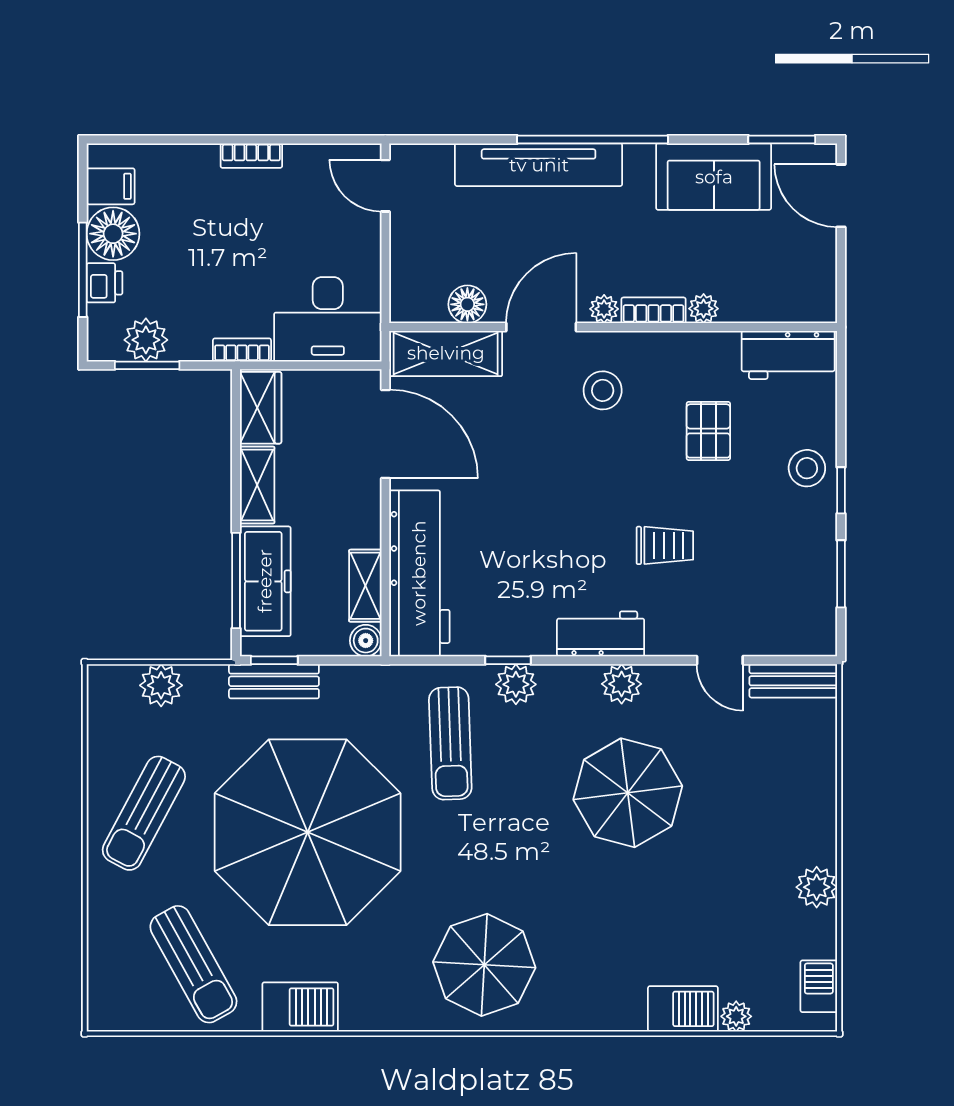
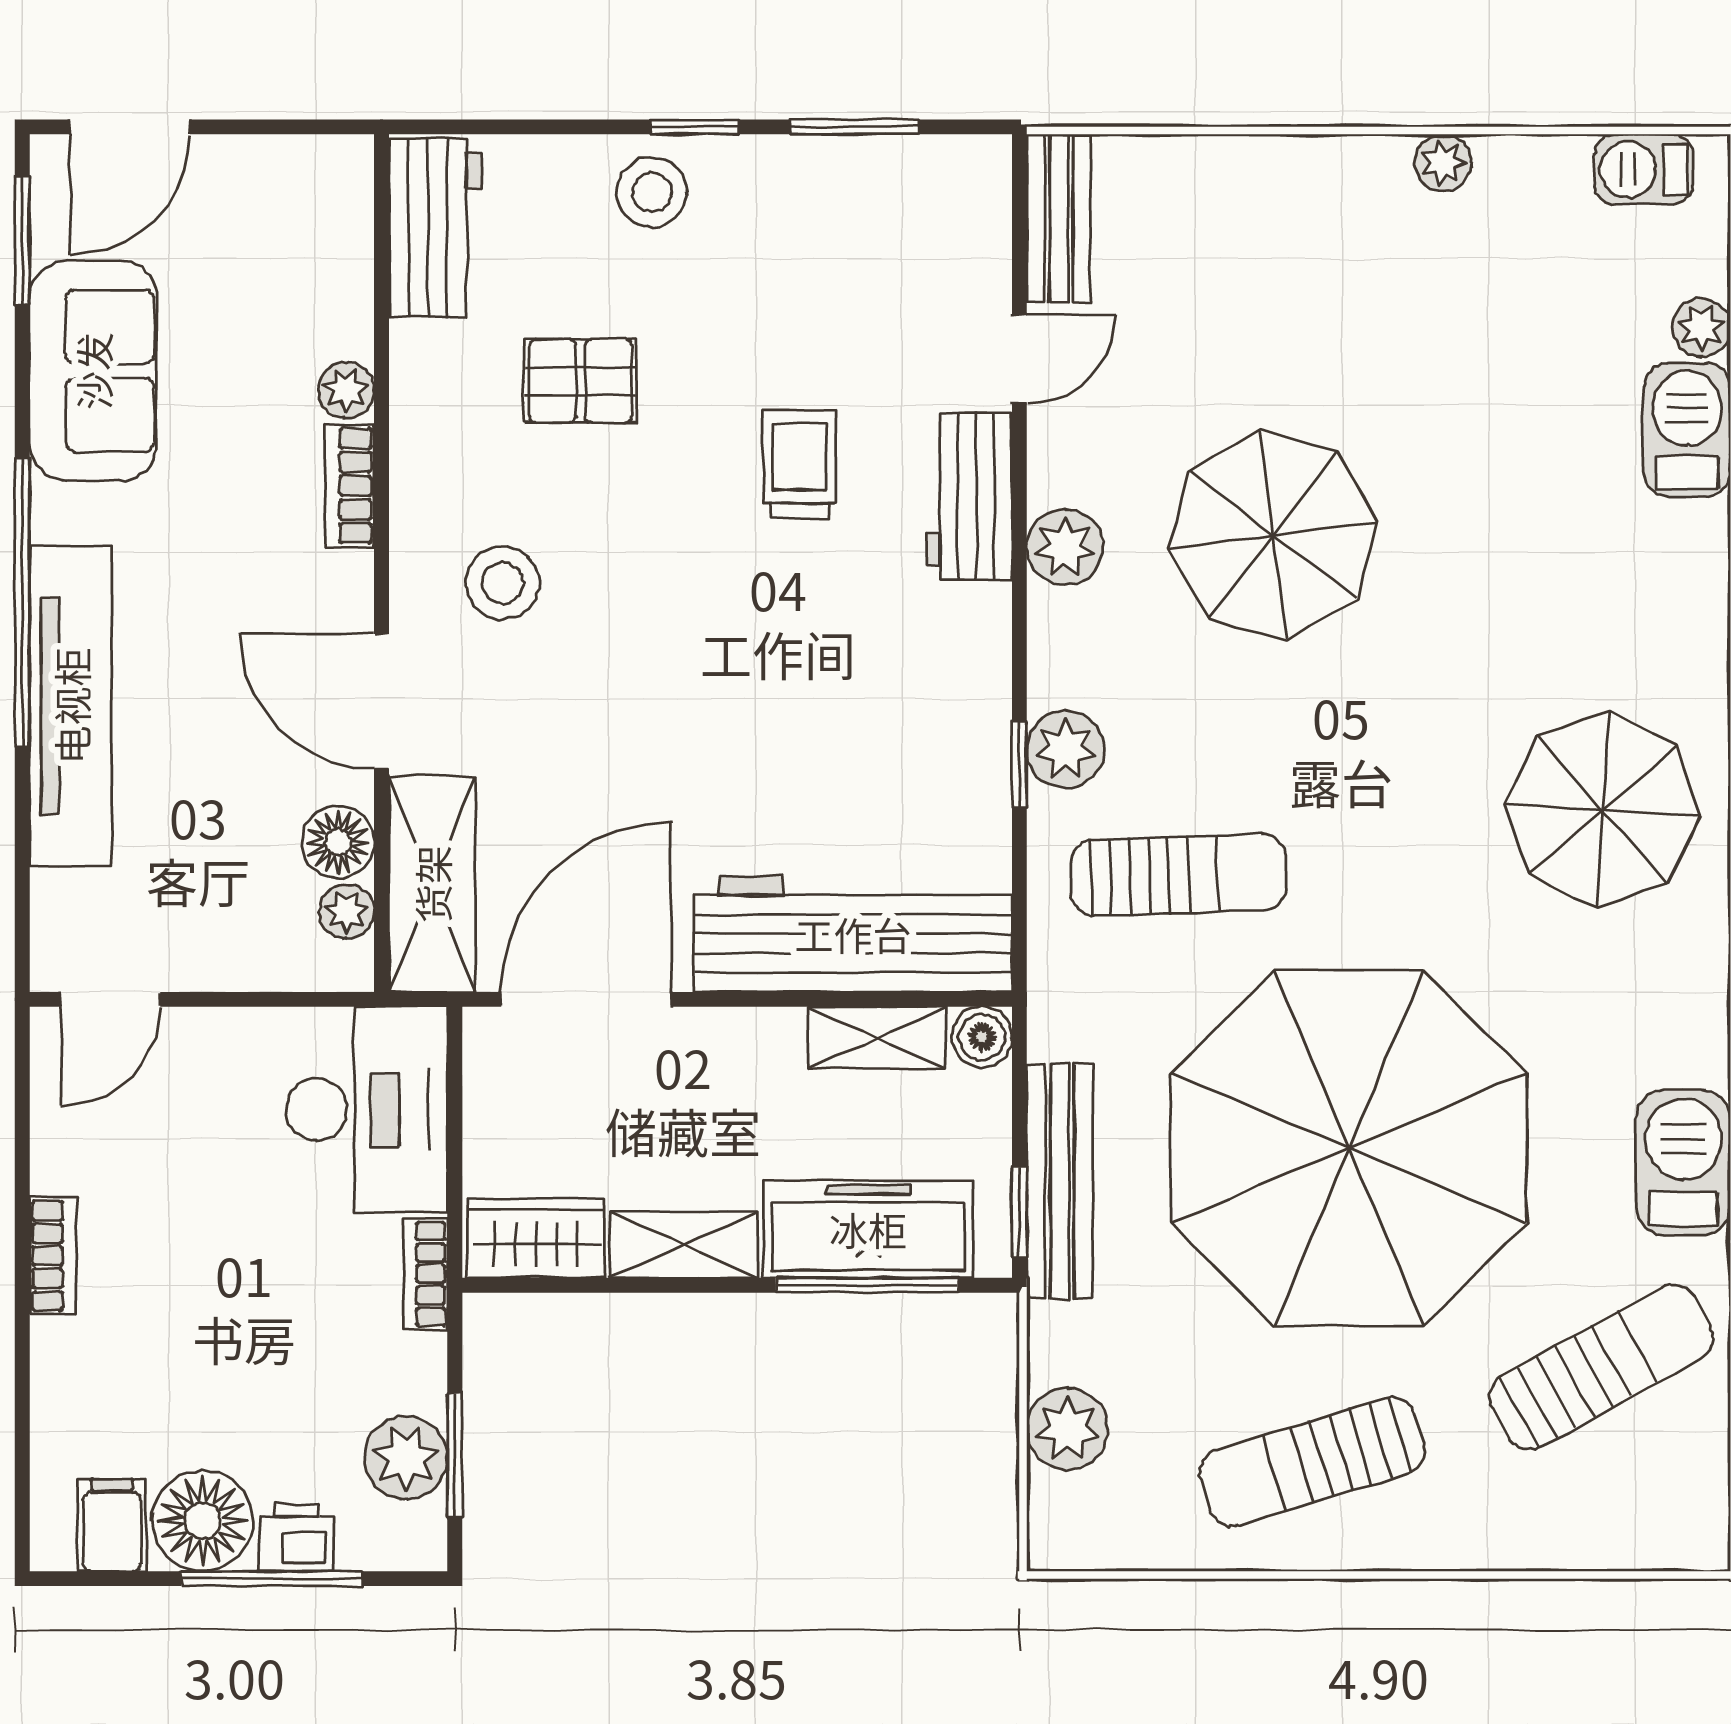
plant: (604, 309) -> (347, 912), moved
workbench: (601, 634) -> (969, 496), moved
bench: (274, 681) -> (1060, 1181), width x1.36
sun lounger: (144, 813) -> (1312, 1462), turned 135
plant: (817, 887) -> (1443, 163), width x0.73, depth x0.73

